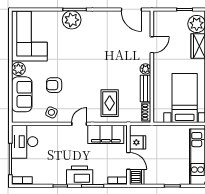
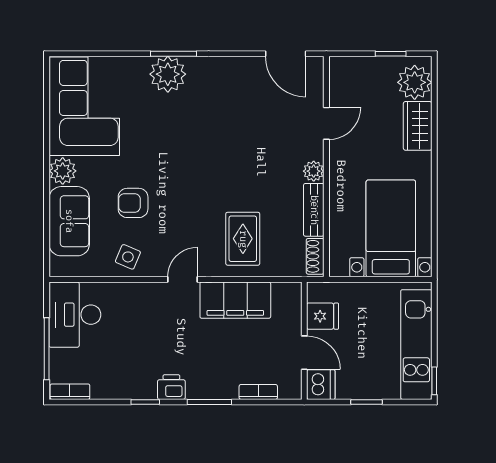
fridge: (138, 142) -> (323, 316), moved
wall: (128, 155) -> (304, 341), moved
door: (128, 161) -> (304, 353), moved
printer: (80, 175) -> (171, 387), width x0.53, depth x0.68
dishwasher: (137, 177) -> (321, 385), moved

